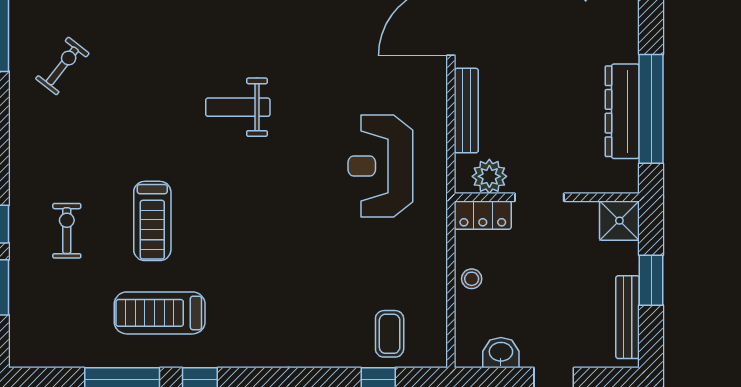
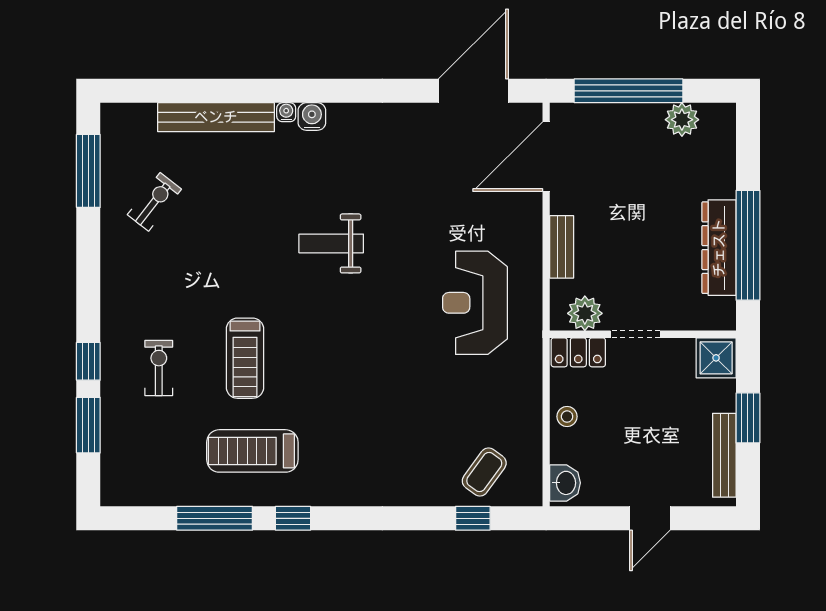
bench: (466, 111) -> (562, 247), width x0.73
coffee table: (390, 334) -> (484, 472), turned 36
washbasin: (501, 353) -> (565, 483), moved, turned 90

